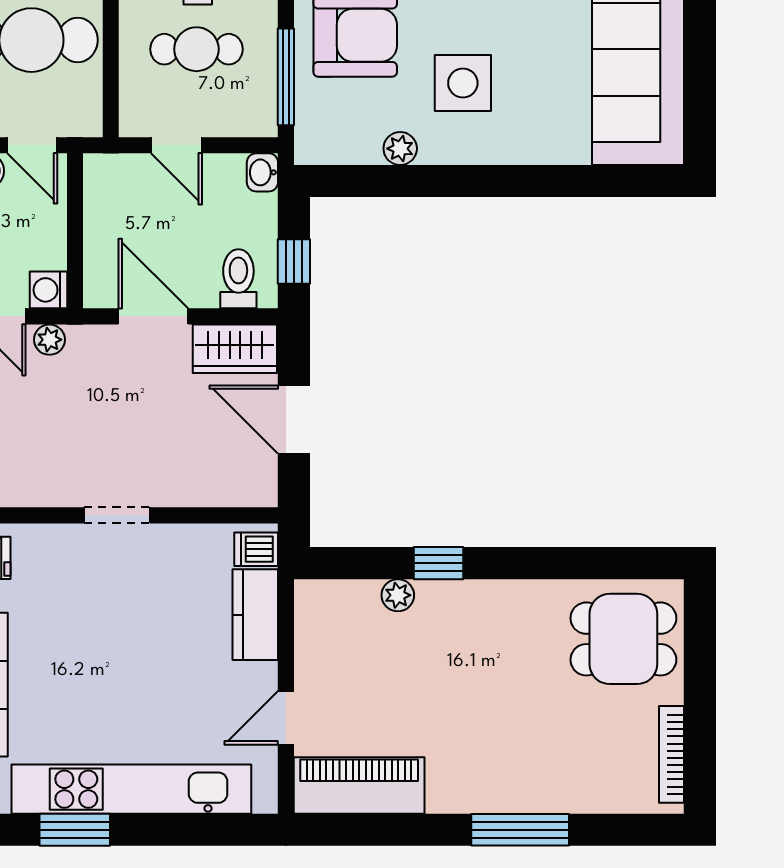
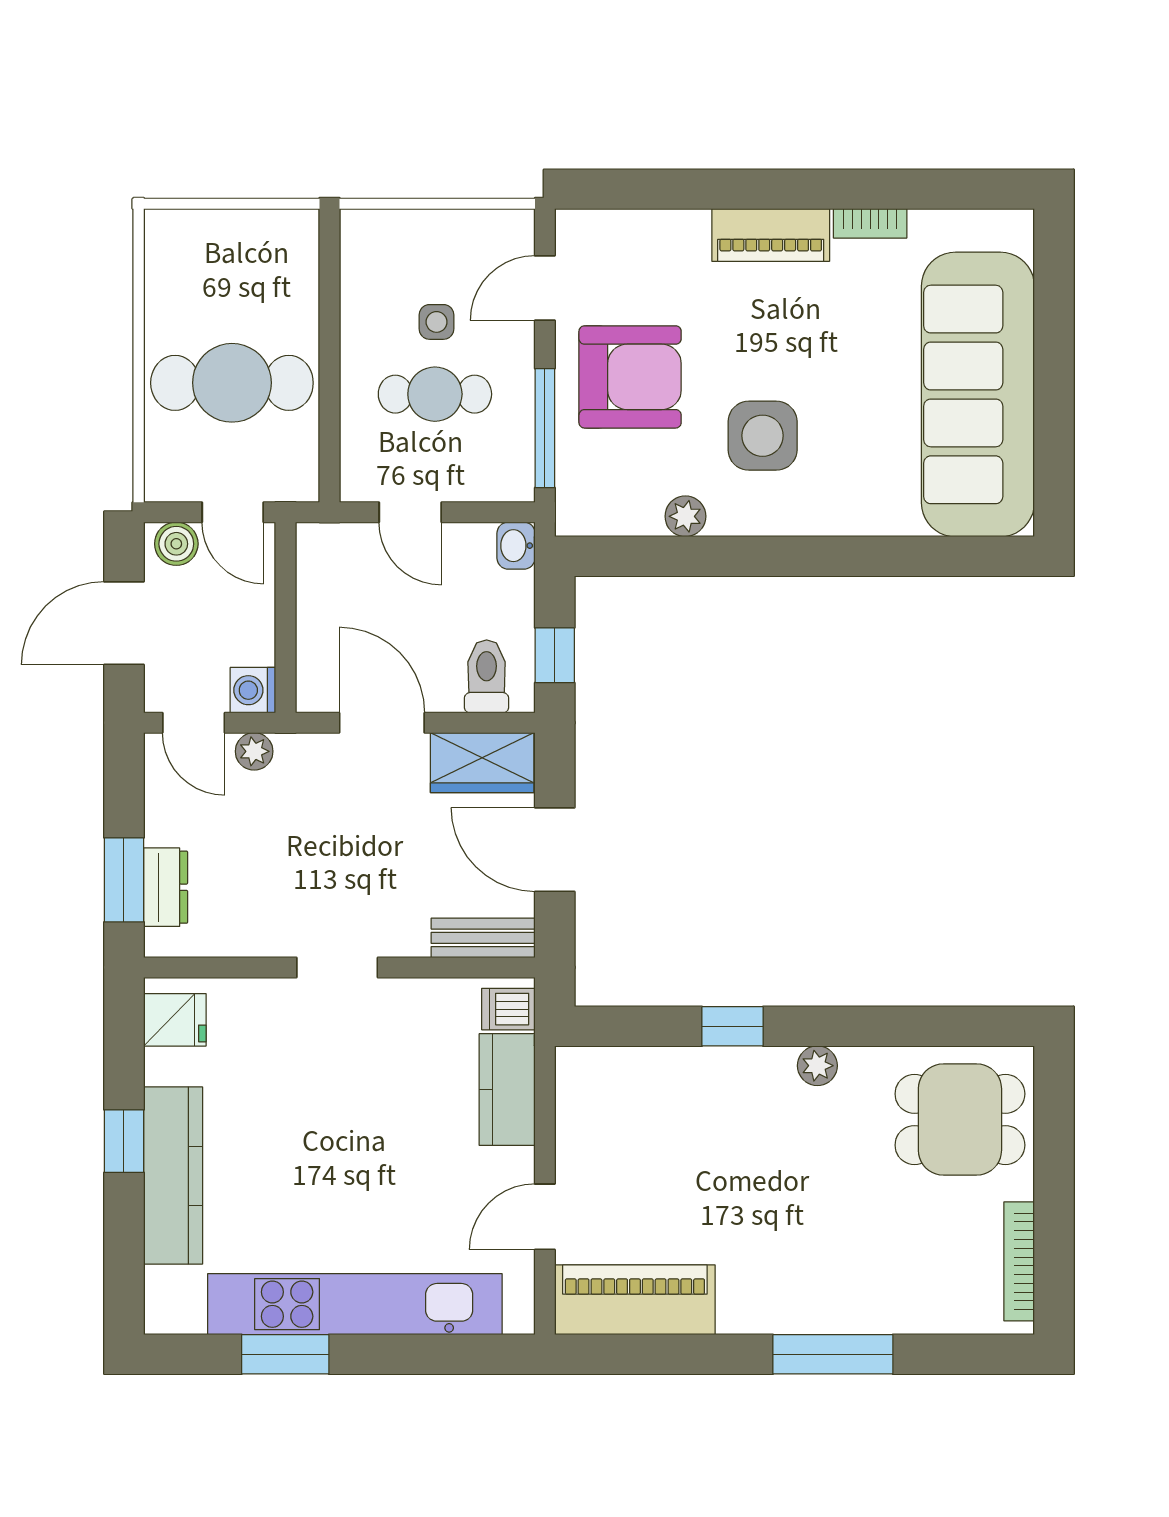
bench: (236, 491) -> (483, 938), added
plant: (398, 595) -> (817, 1066), moved

